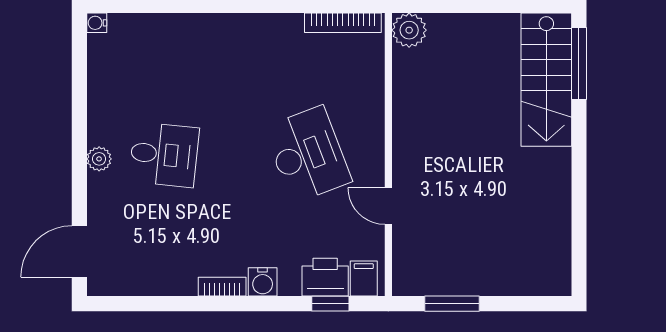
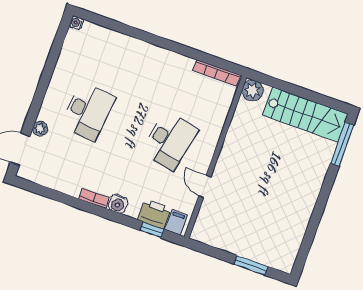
stairs: (546, 80) -> (305, 115), moved, turned -90
desk: (164, 155) -> (88, 111), width x1.37
desk: (308, 155) -> (170, 141), turned 33
plant: (99, 159) -> (40, 129), moved
window: (452, 304) -> (251, 265), moved

